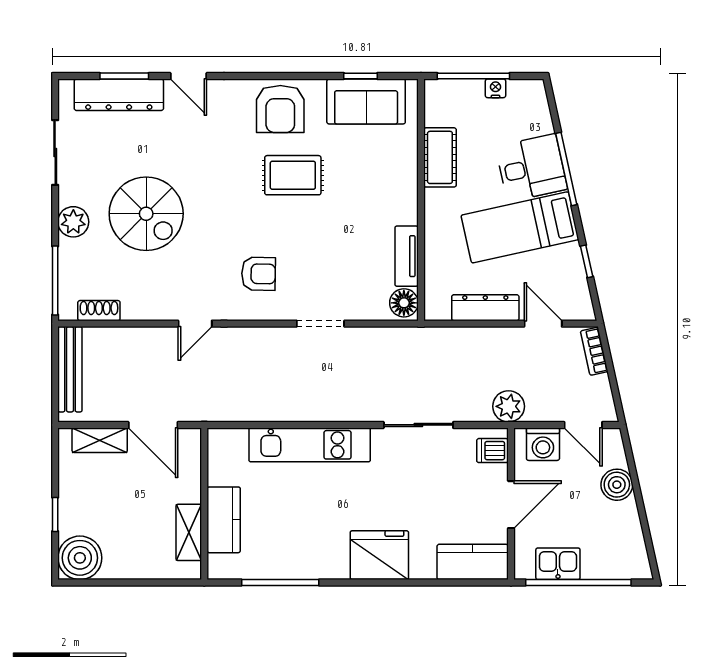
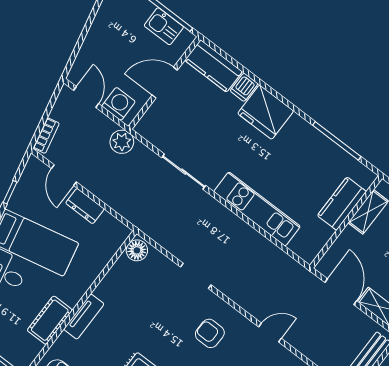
tv unit: (407, 256) -> (84, 317), moved
dresser: (485, 308) -> (85, 206), width x0.70
dishwasher: (493, 451) -> (244, 87), moved, turned 90
boiler: (617, 485) -> (93, 46), removed

